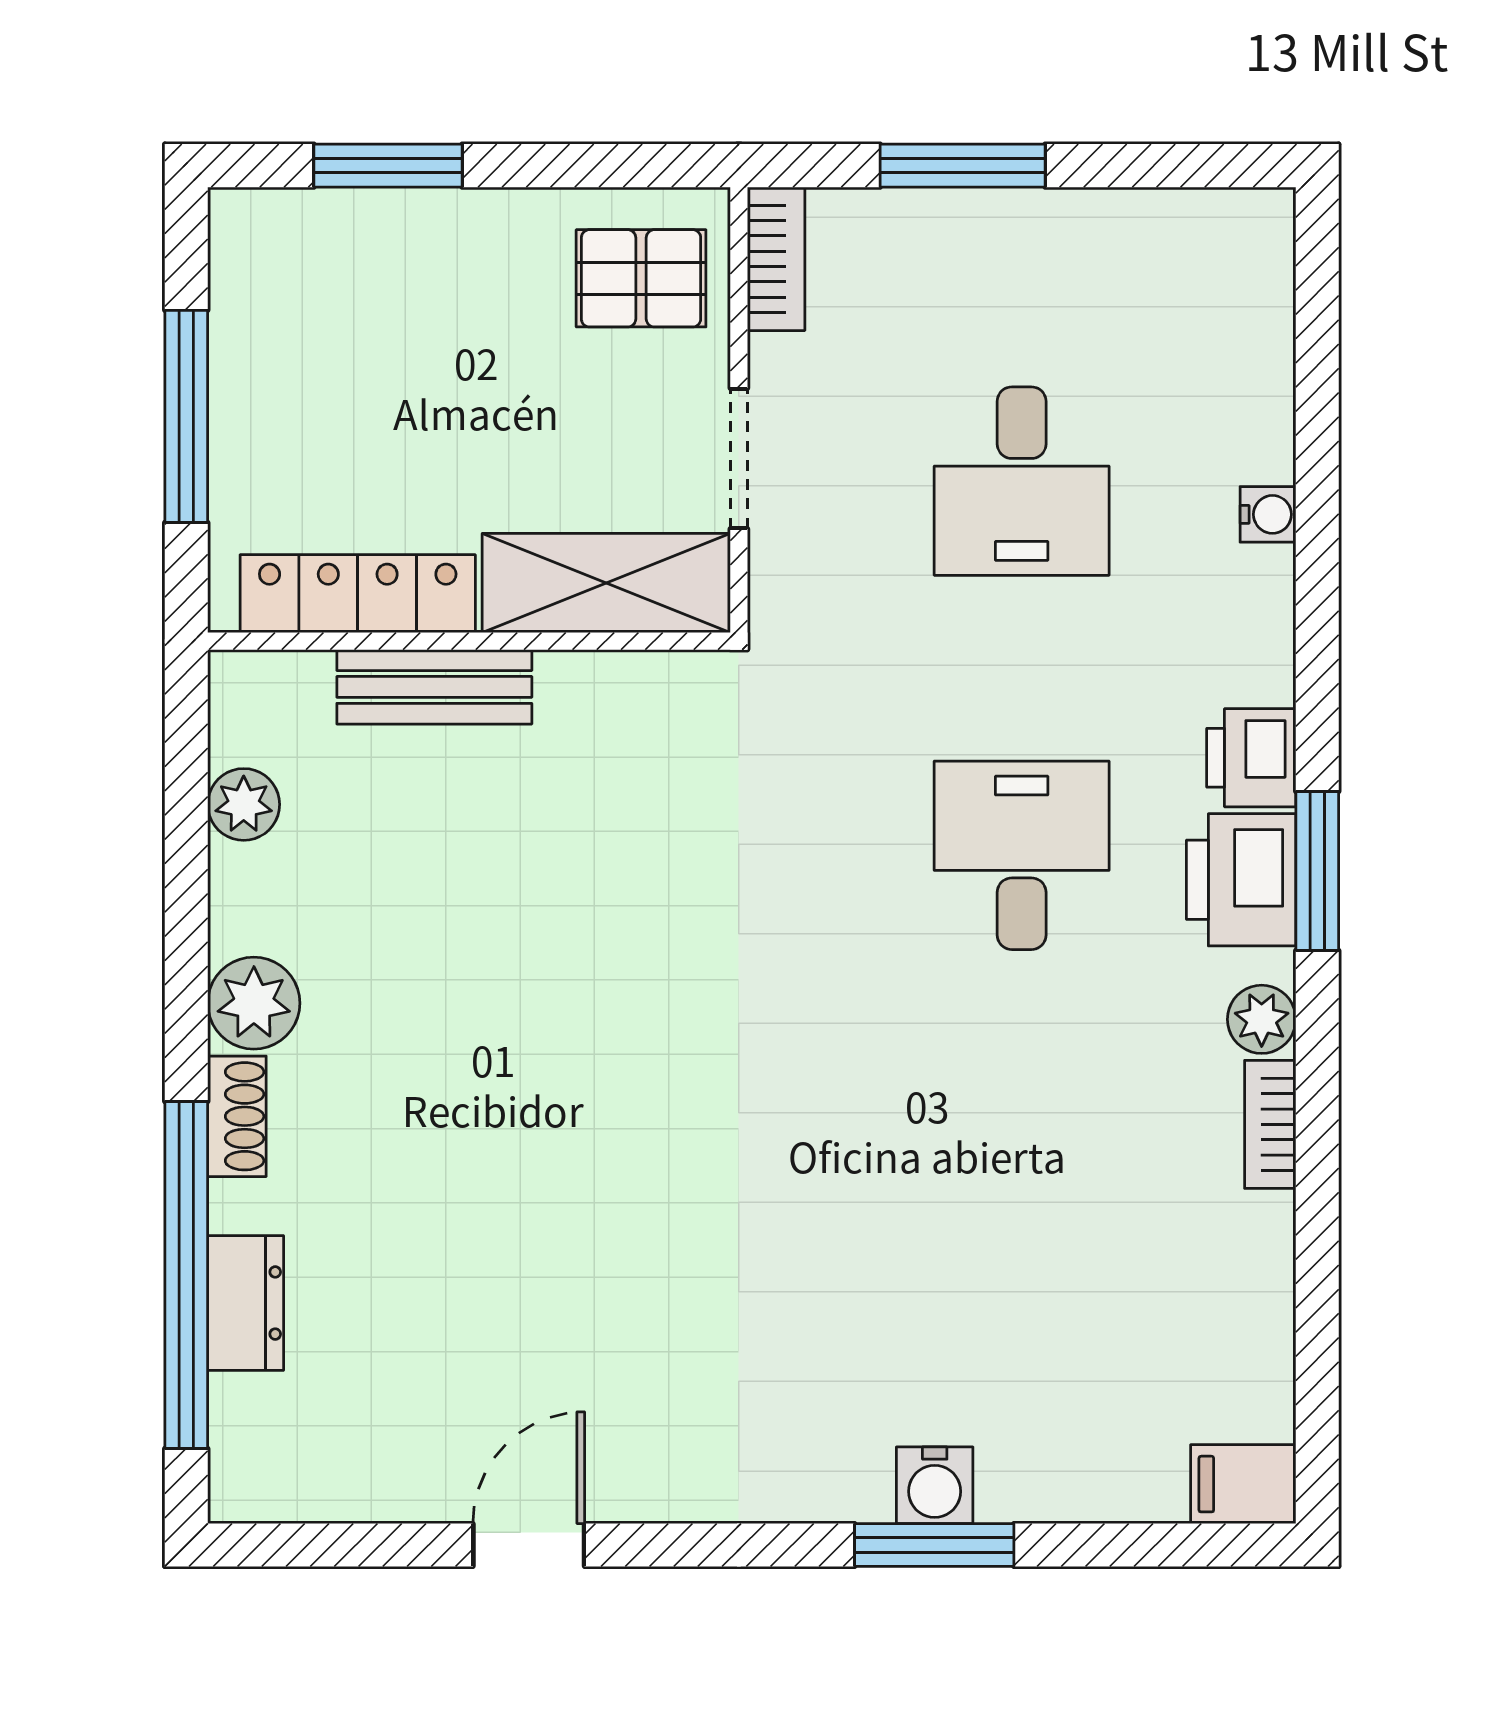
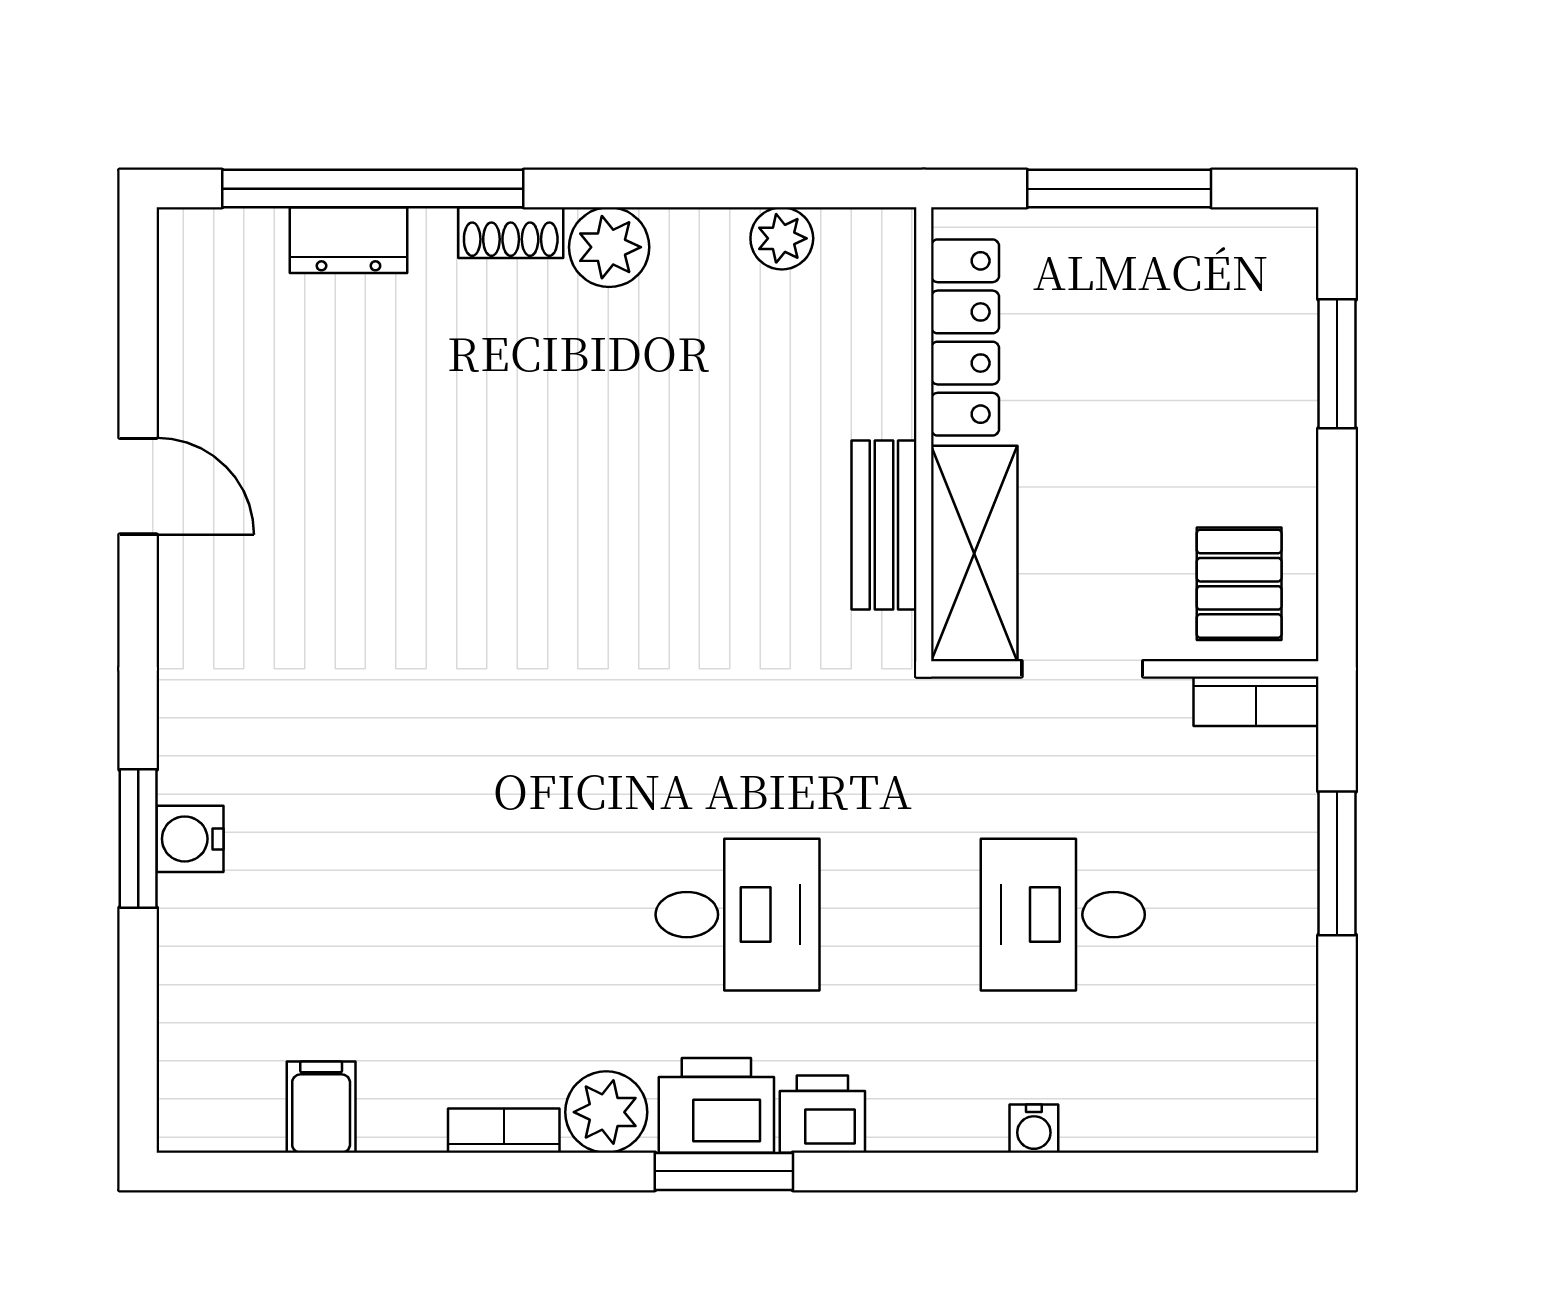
bench: (434, 687) -> (884, 525), moved
plant: (1262, 1019) -> (606, 1112), width x1.38, depth x1.38
filing cabinet: (1243, 1484) -> (321, 1107), moved

